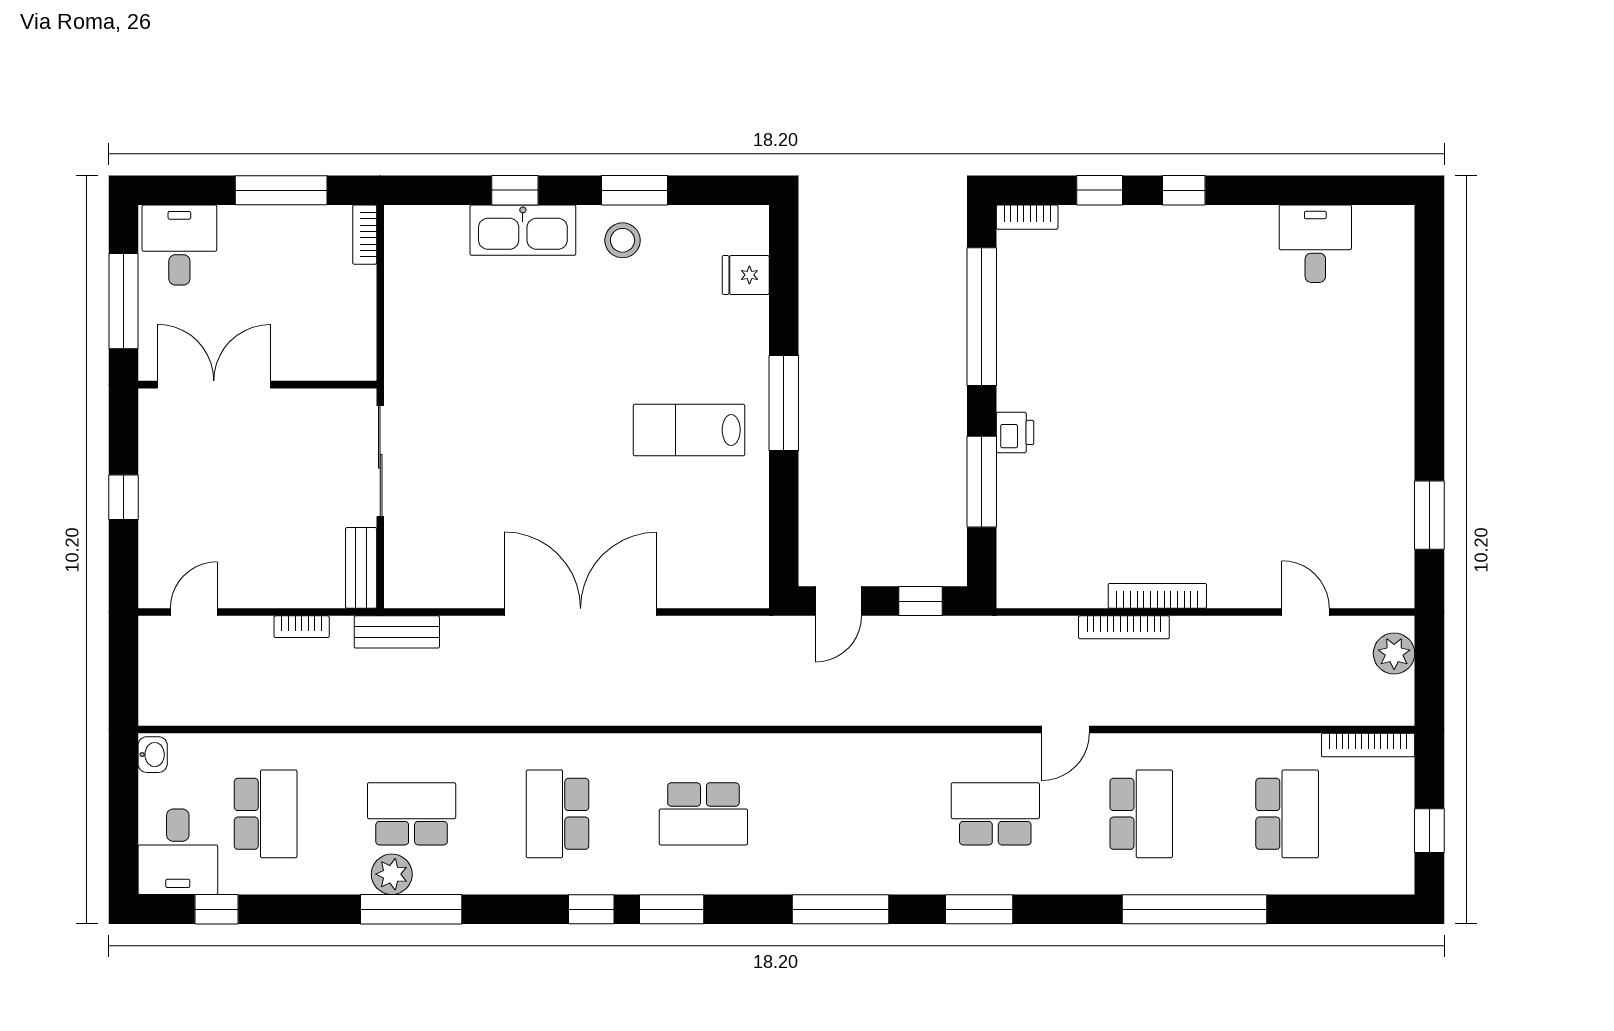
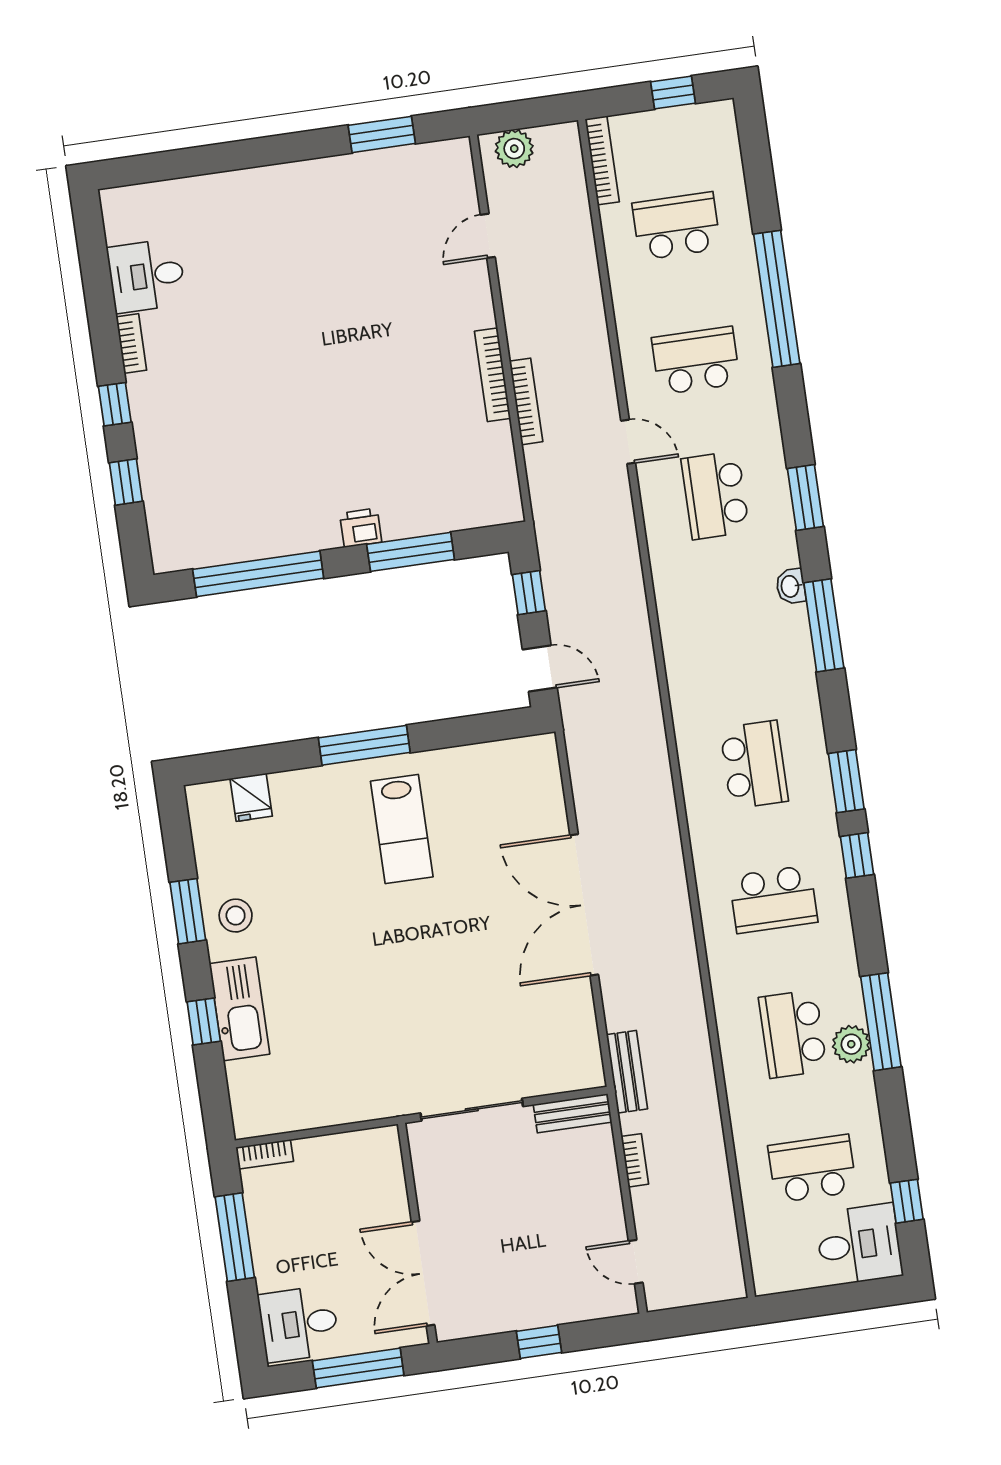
bookcase: (1027, 217) -> (131, 344), moved
washbasin: (153, 755) -> (791, 586), moved, turned -90

